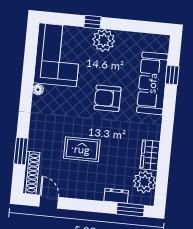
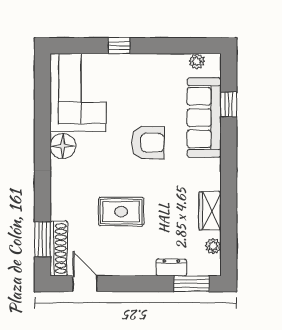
plant: (104, 40) -> (197, 61), moved, width x0.53, depth x0.53
floor lamp: (38, 90) -> (63, 146), width x1.89, depth x1.89
armchair: (108, 98) -> (148, 143), turned 180
window: (21, 151) -> (43, 239), moved
plant: (145, 182) -> (213, 246), width x0.53, depth x0.53

